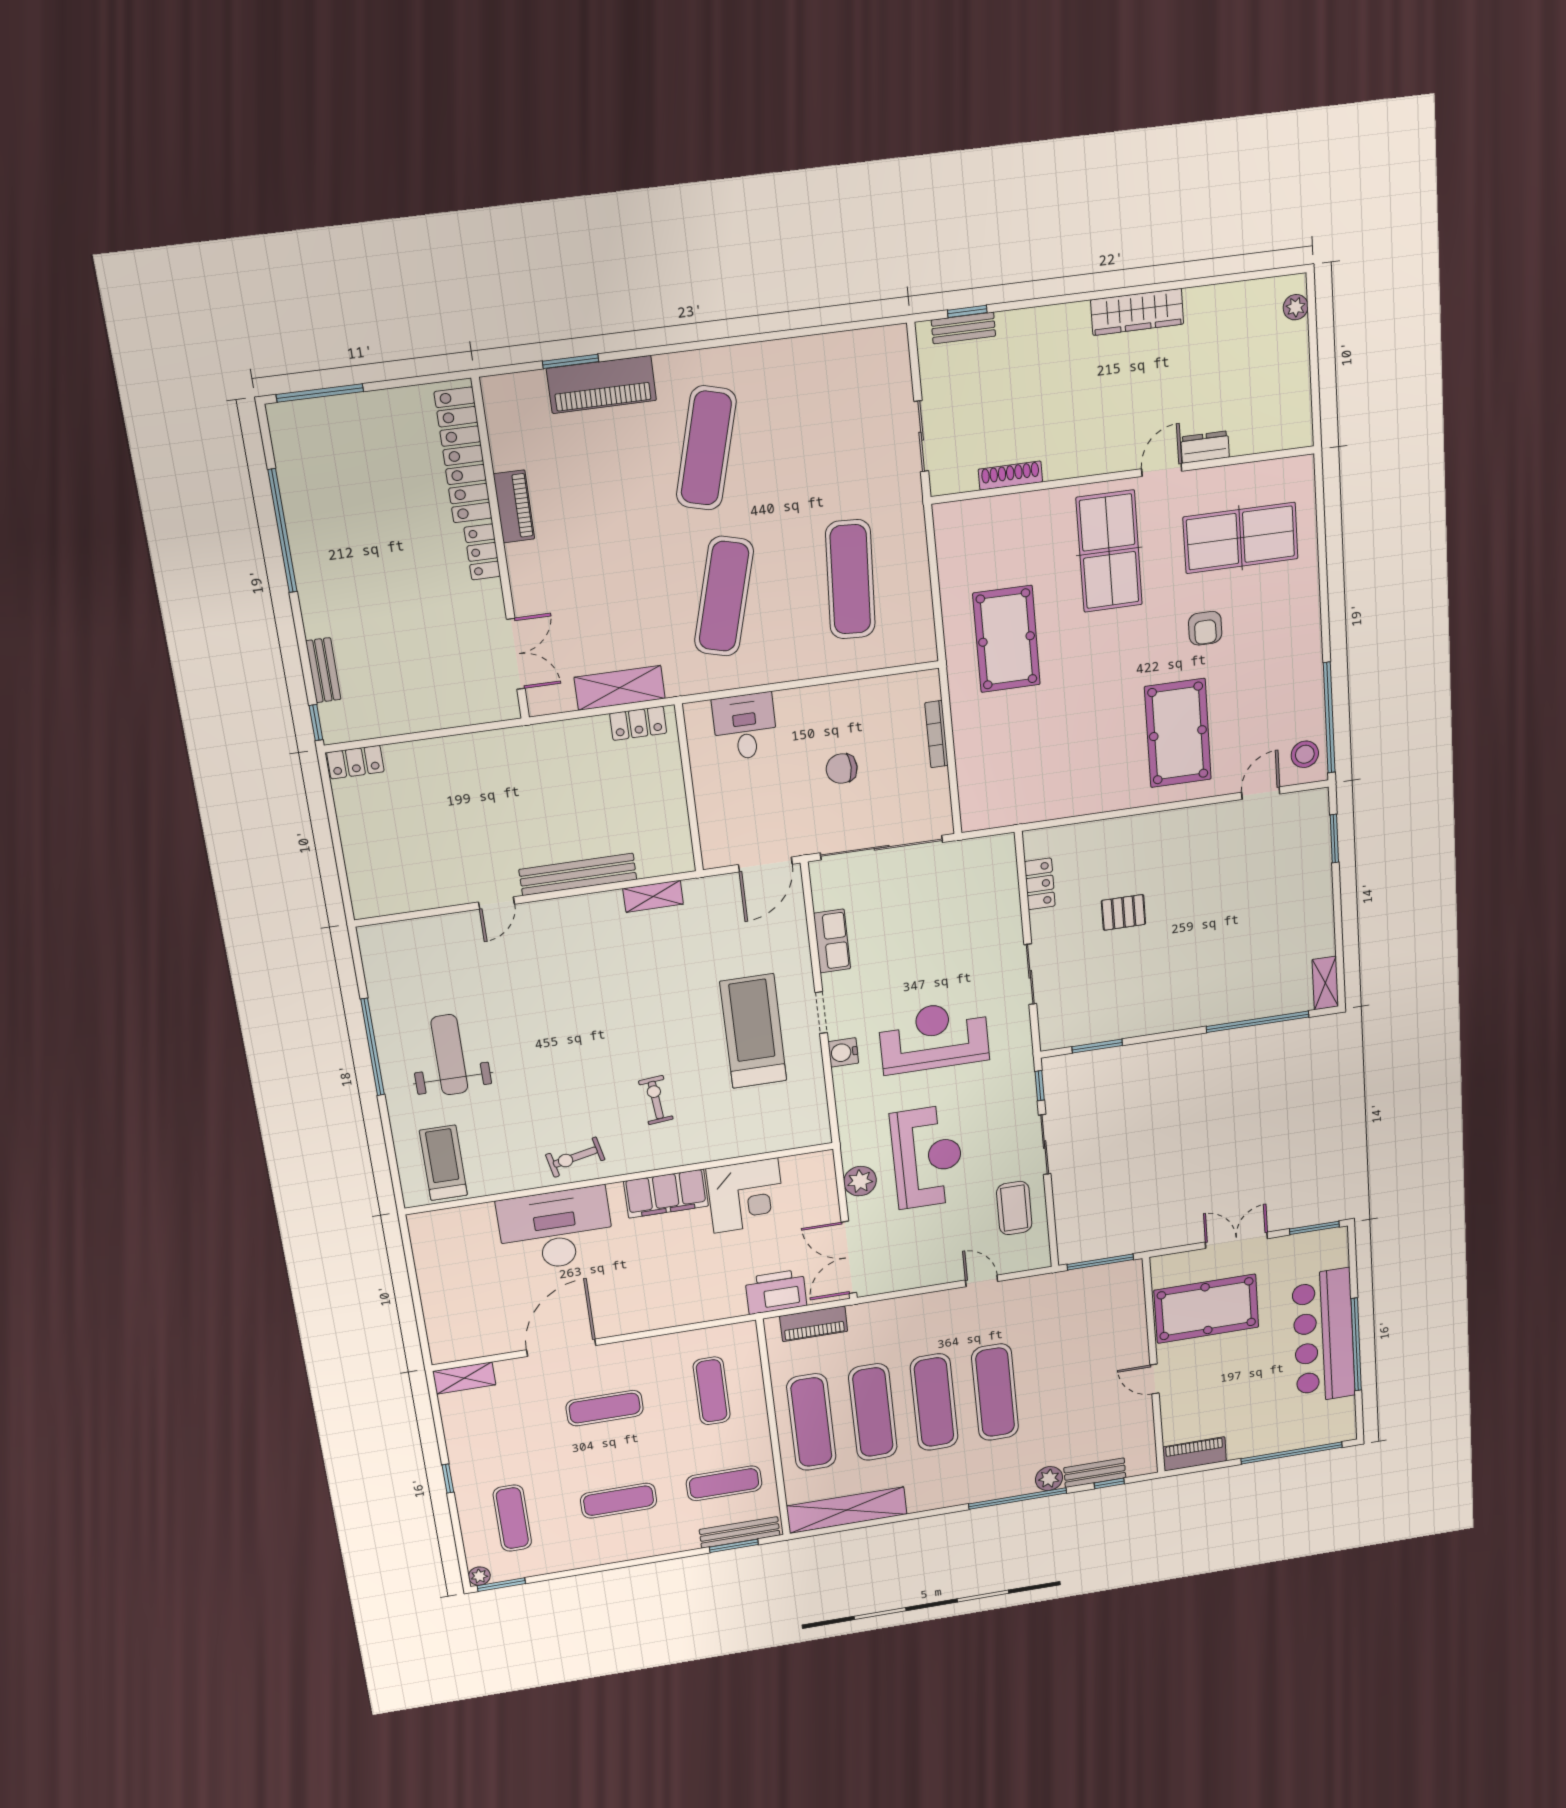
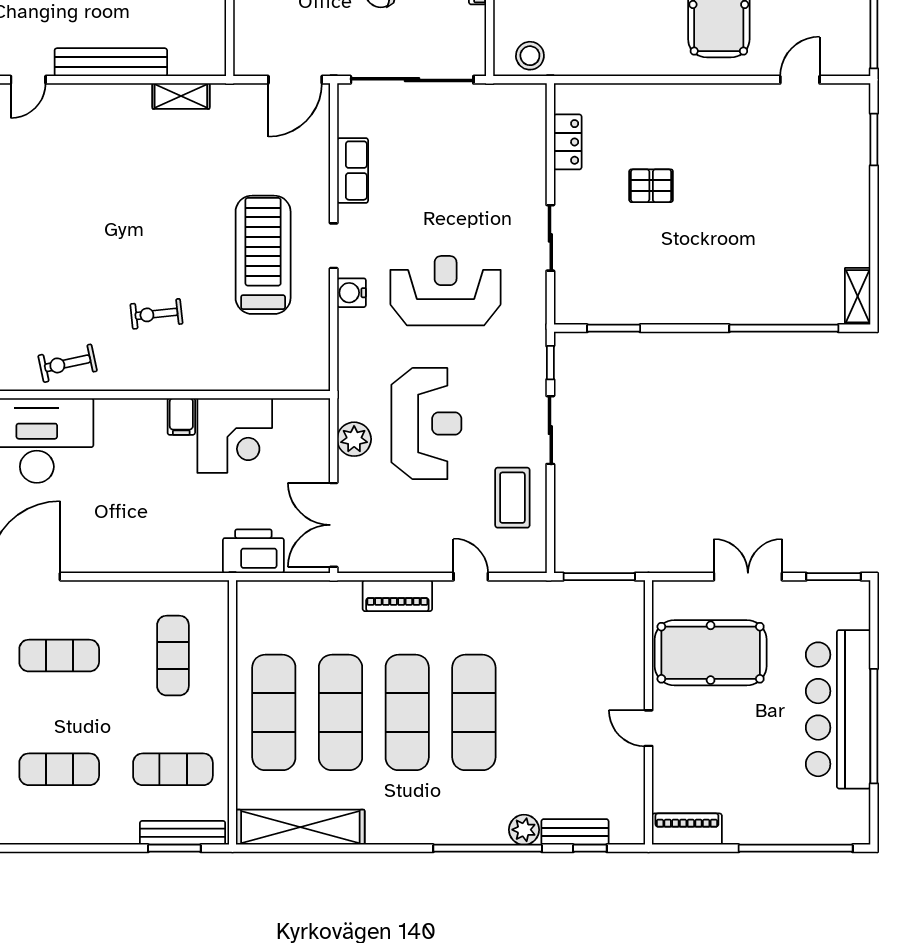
stool: (1305, 754) -> (530, 56), moved
exercise bike: (656, 1100) -> (156, 314), turned -91
filing cabinet: (666, 1194) -> (181, 416), width x0.33, depth x0.86
piano: (814, 1324) -> (397, 596), moved

